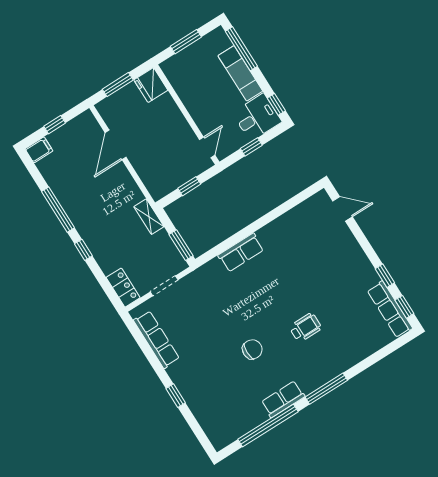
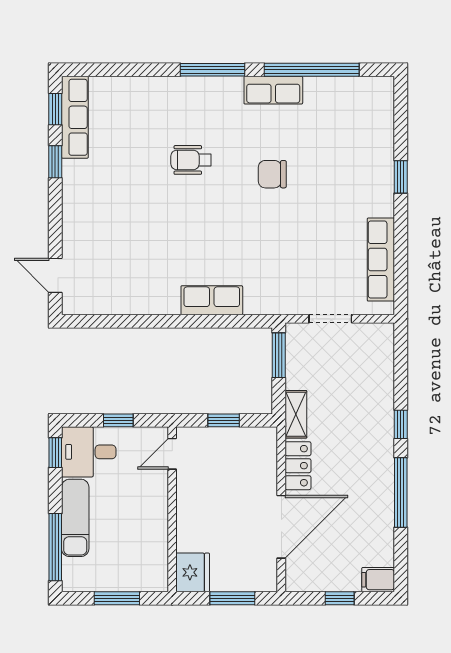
door: (116, 145) -> (281, 527), width x1.36
locker: (123, 288) -> (298, 466), moved, turned 180

